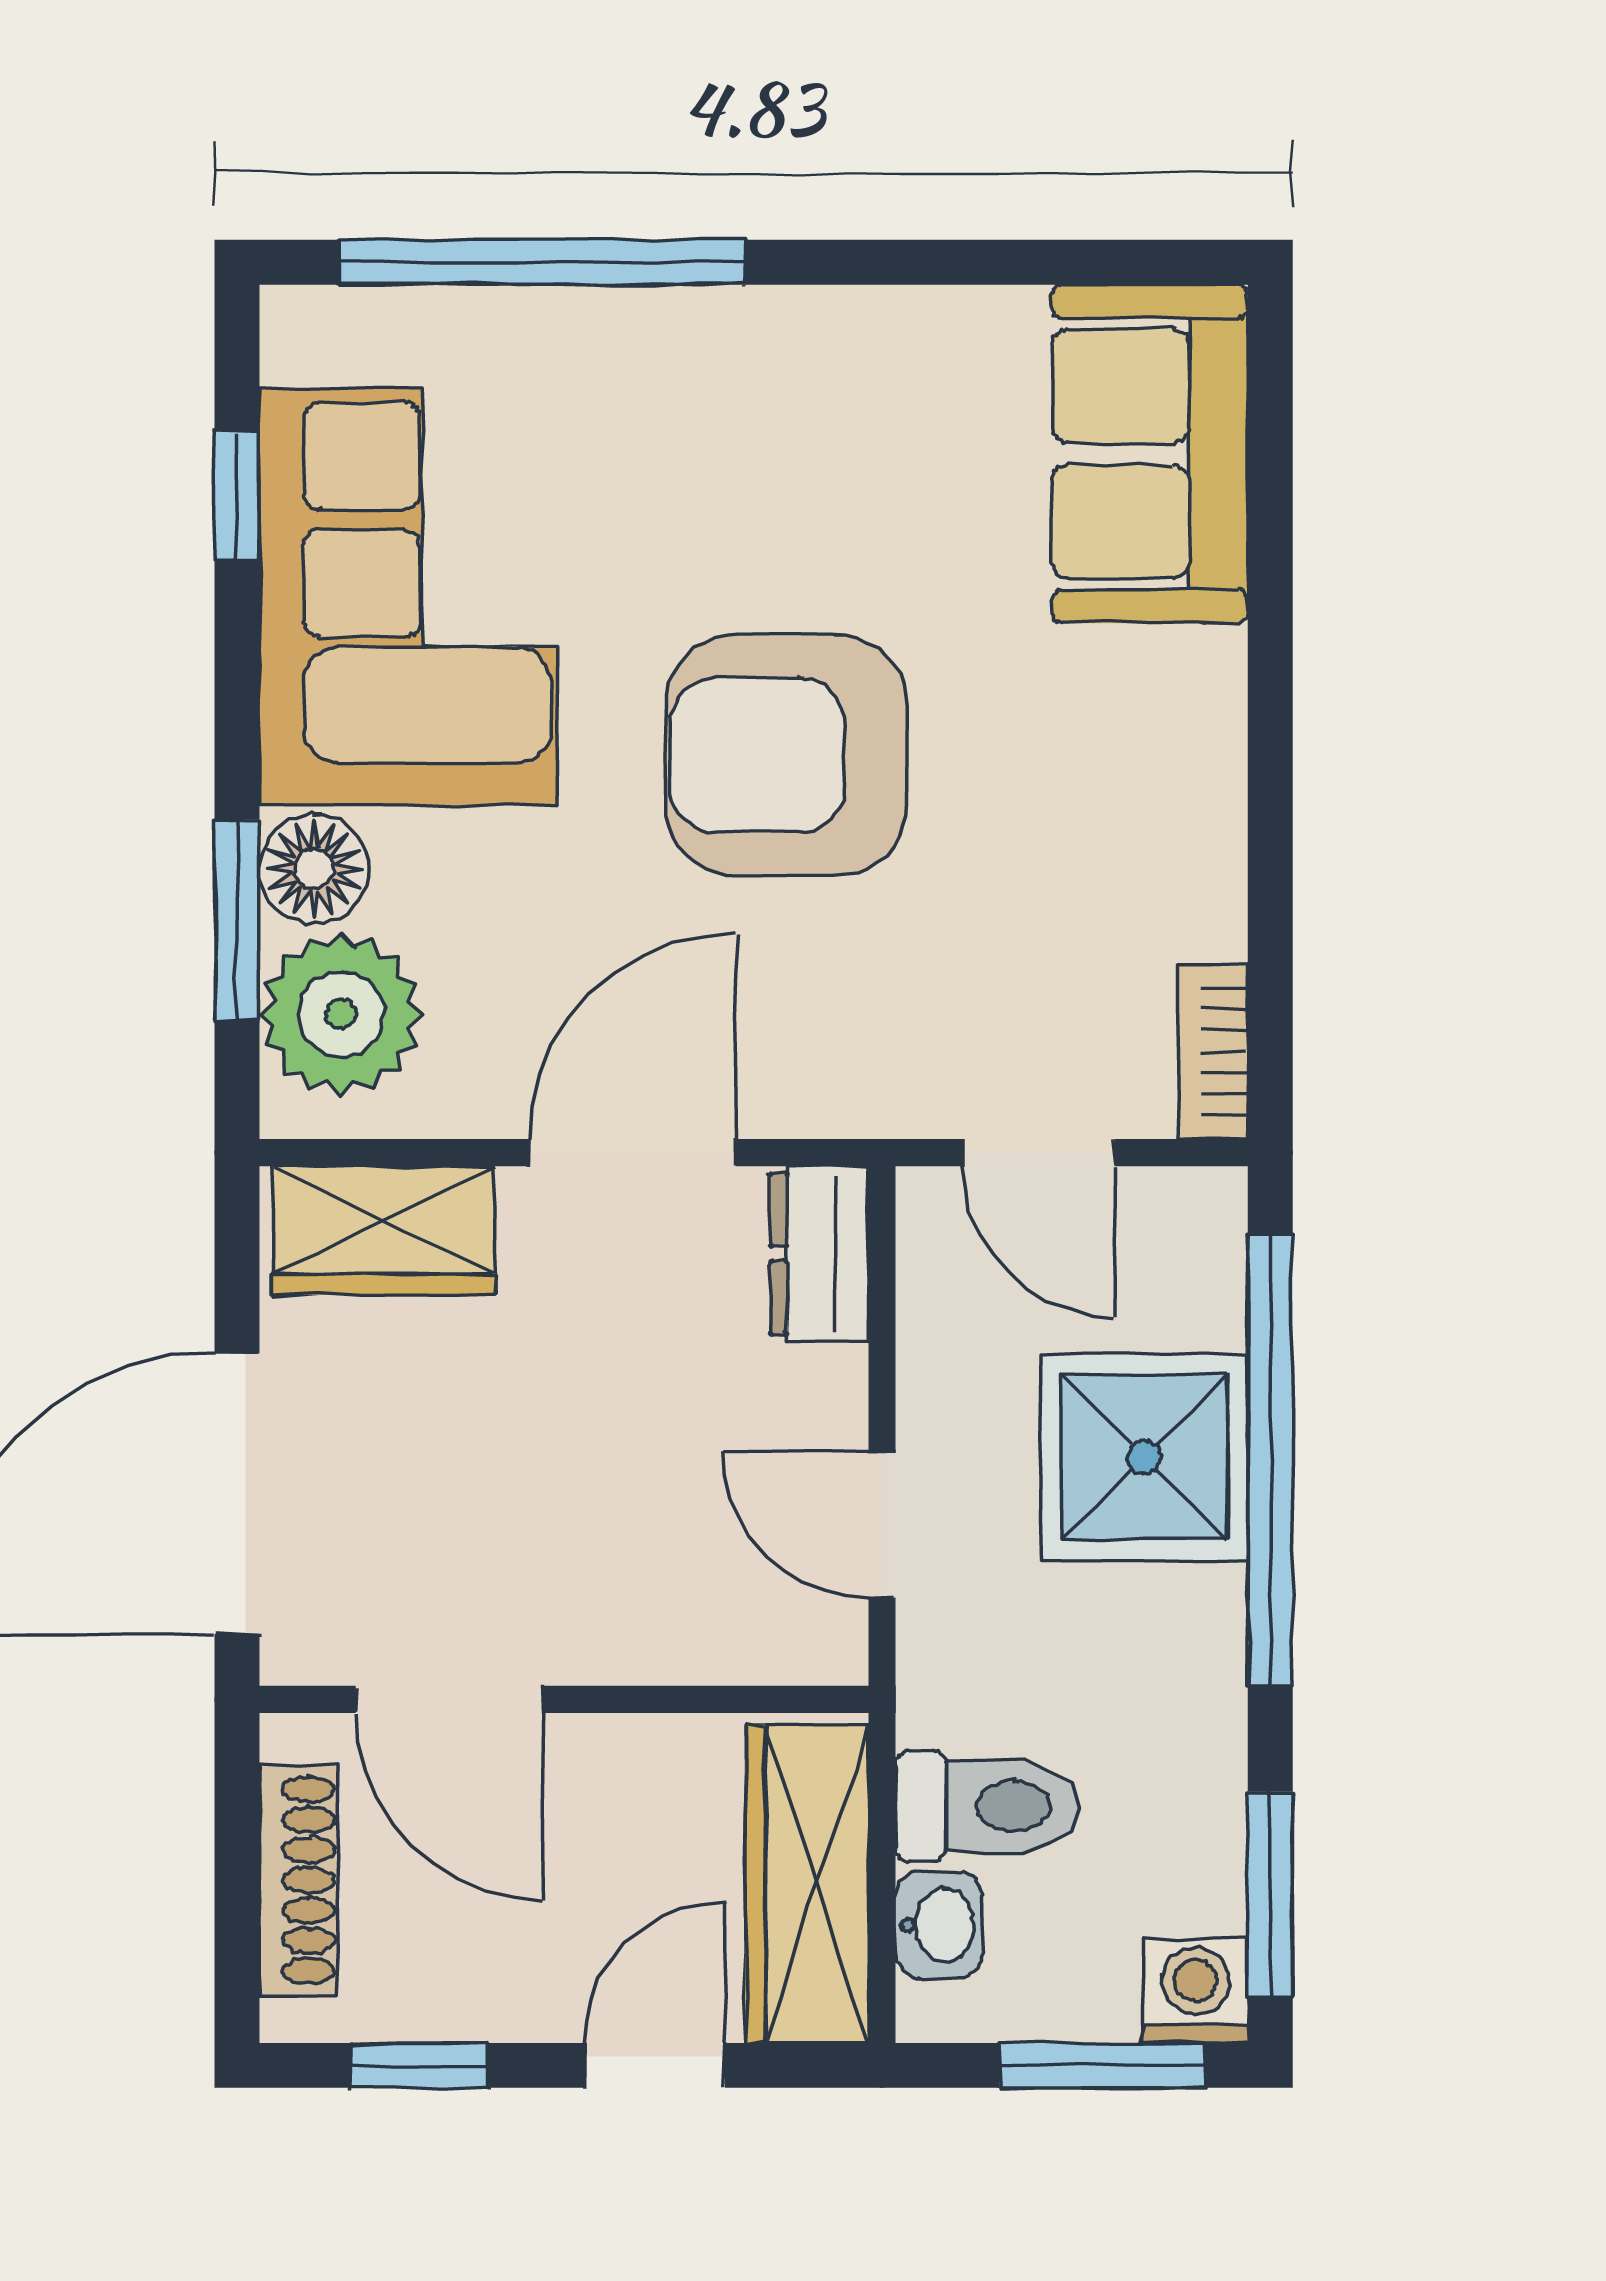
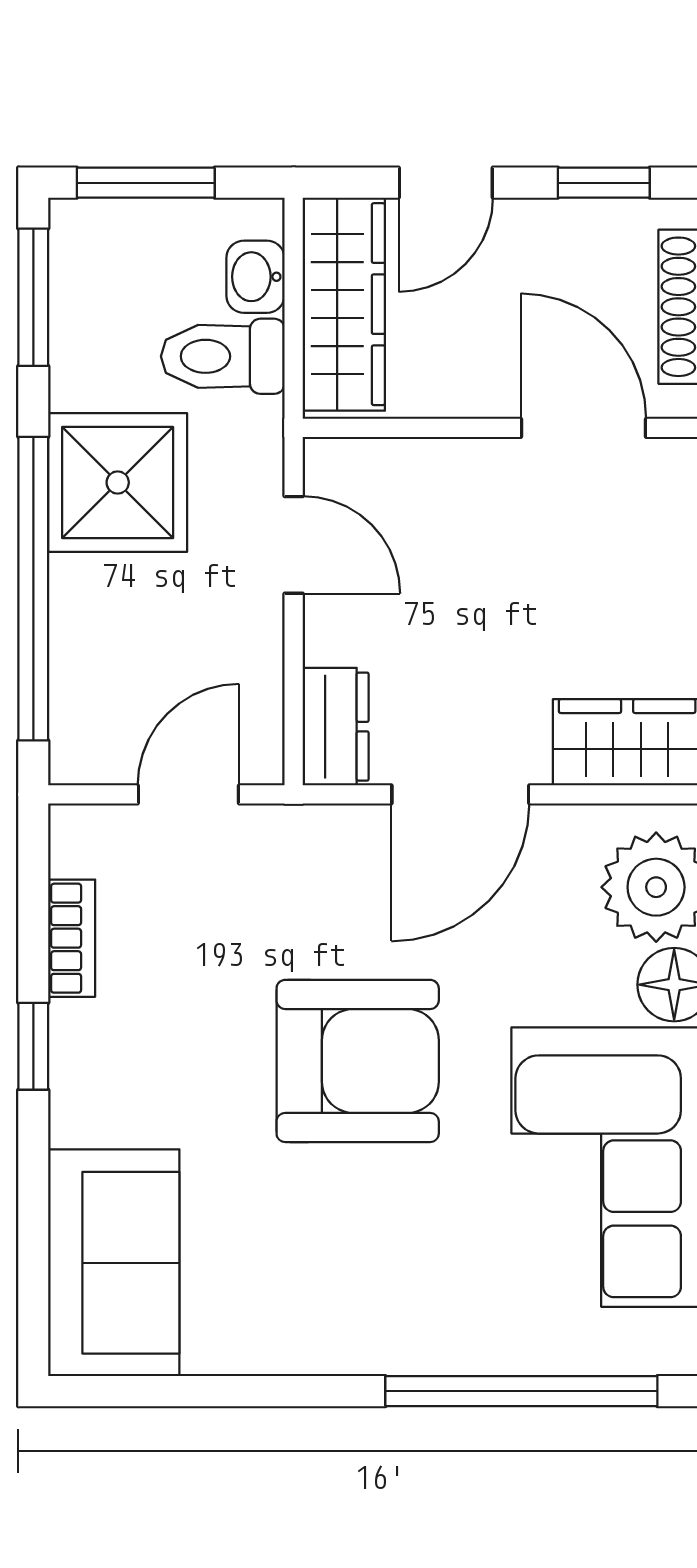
window: (1270, 777) -> (33, 1046), added
bookcase: (1213, 1052) -> (72, 938), moved
door: (1039, 1153) -> (188, 794), hinge flipped
shower: (1144, 1457) -> (118, 482), moved
washing machine: (1196, 1991) -> (83, 233), removed

